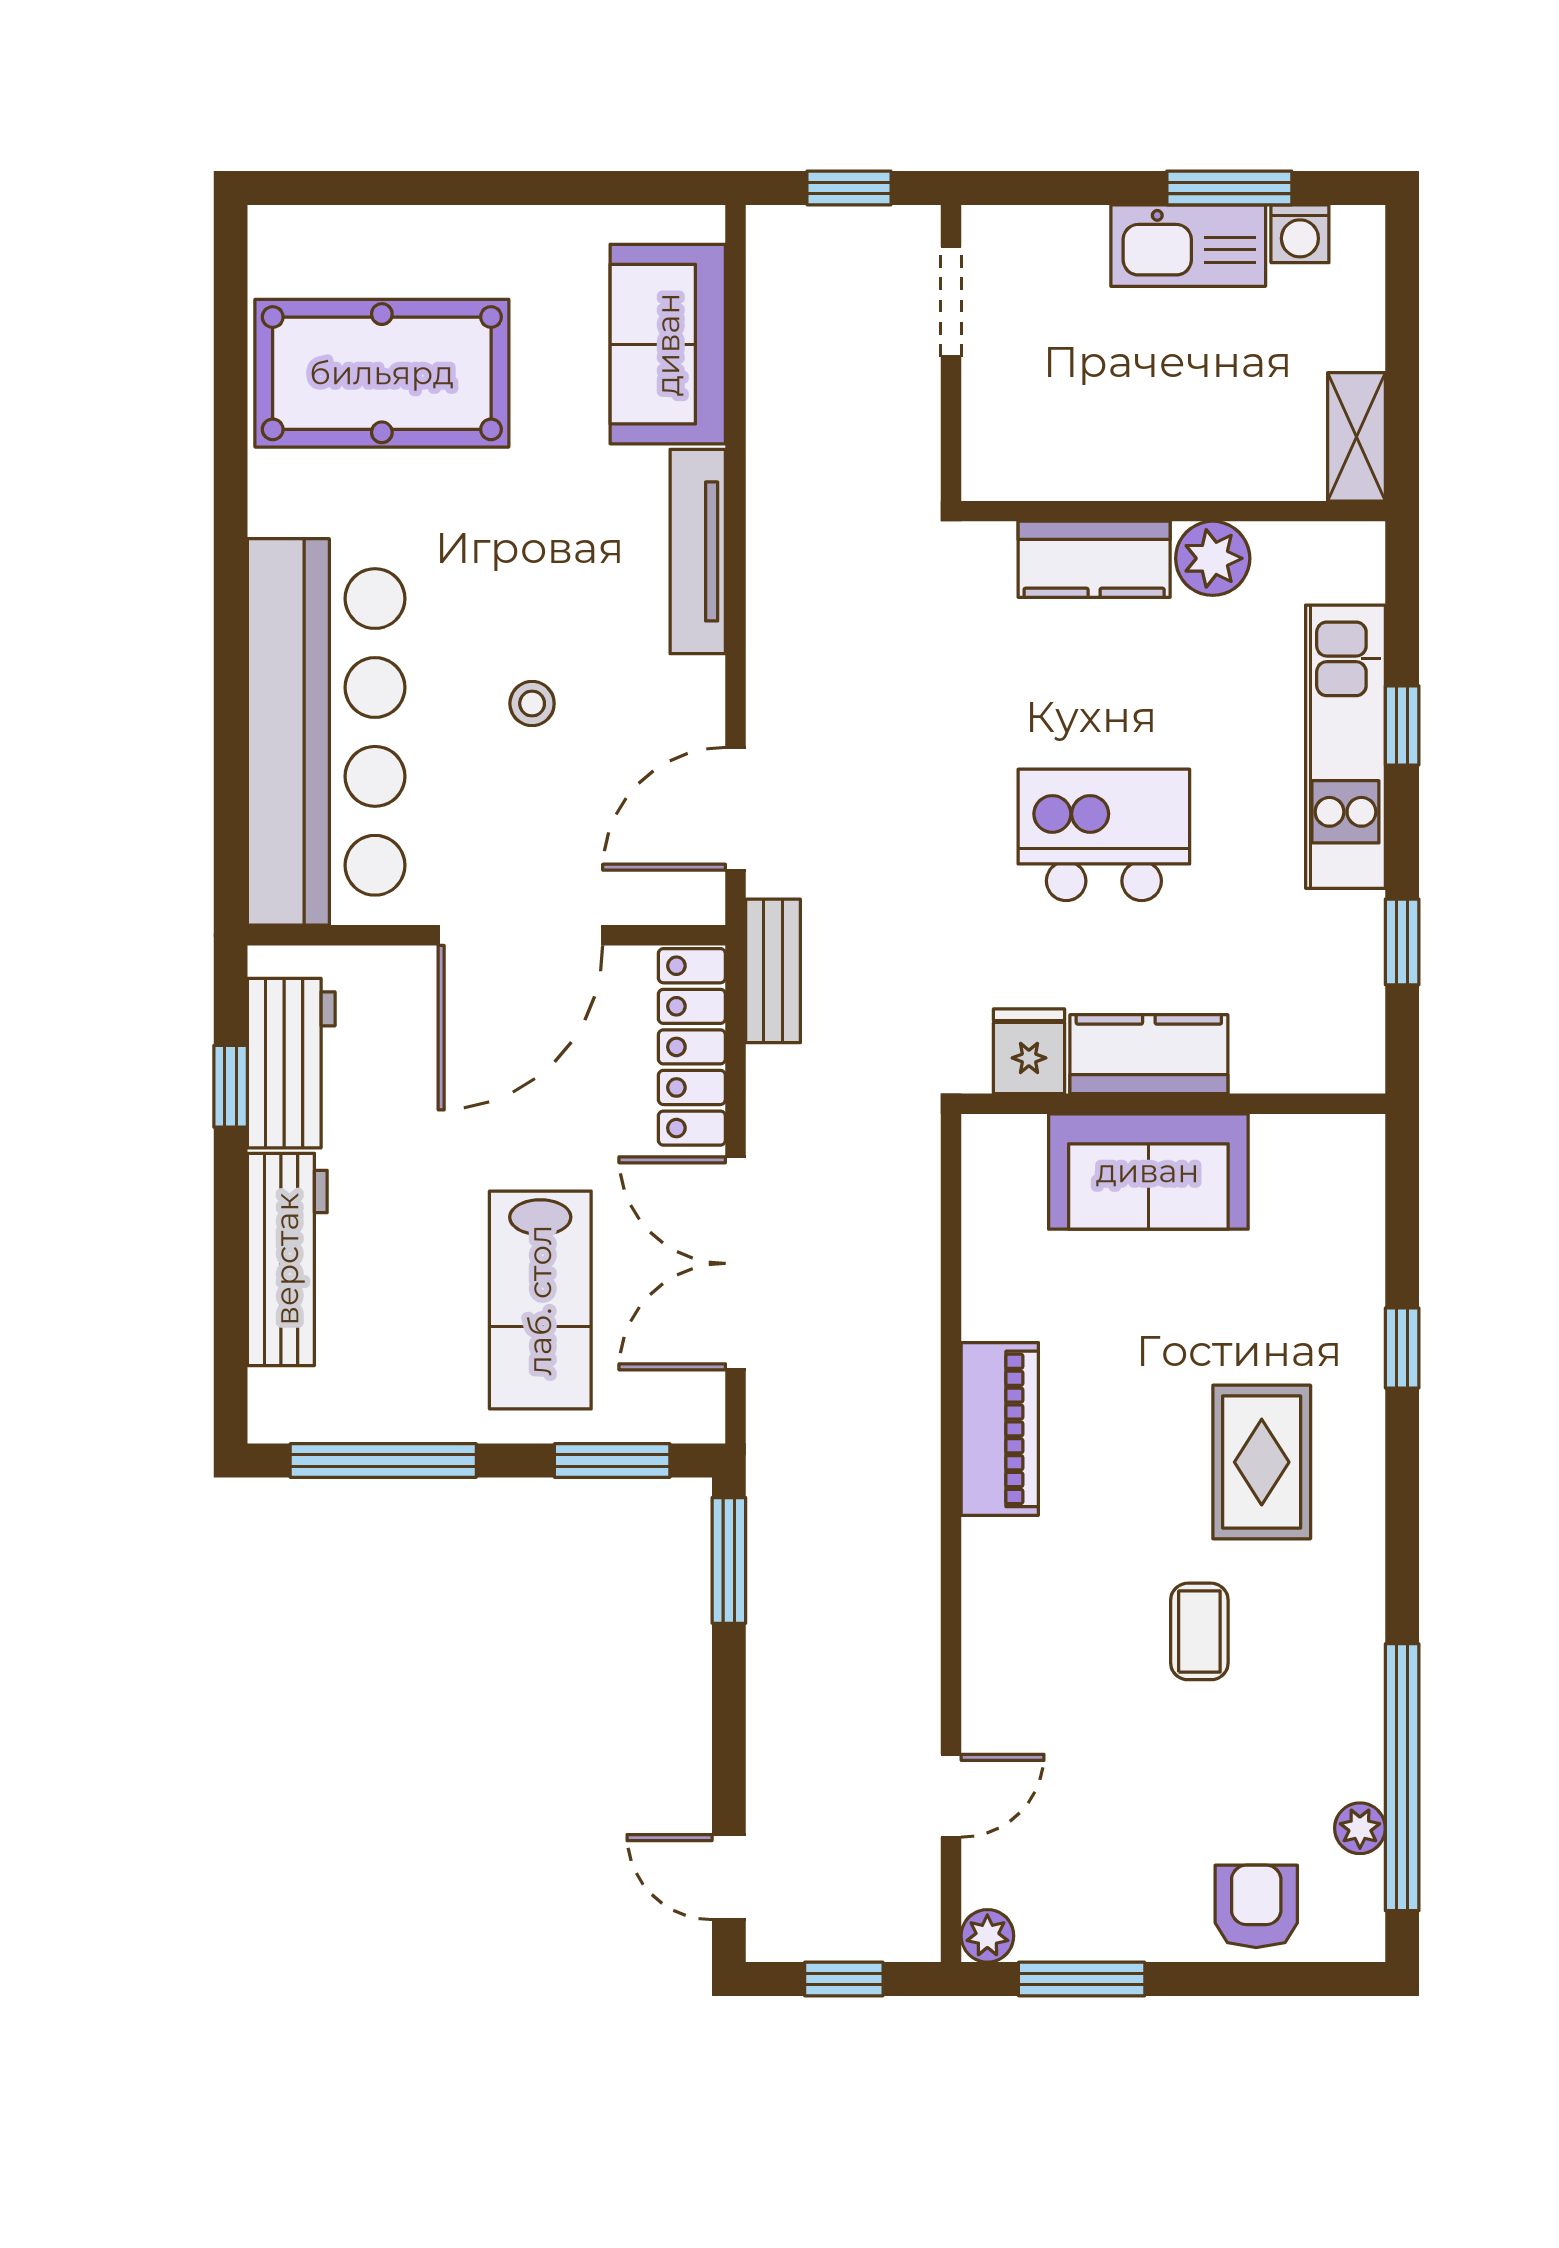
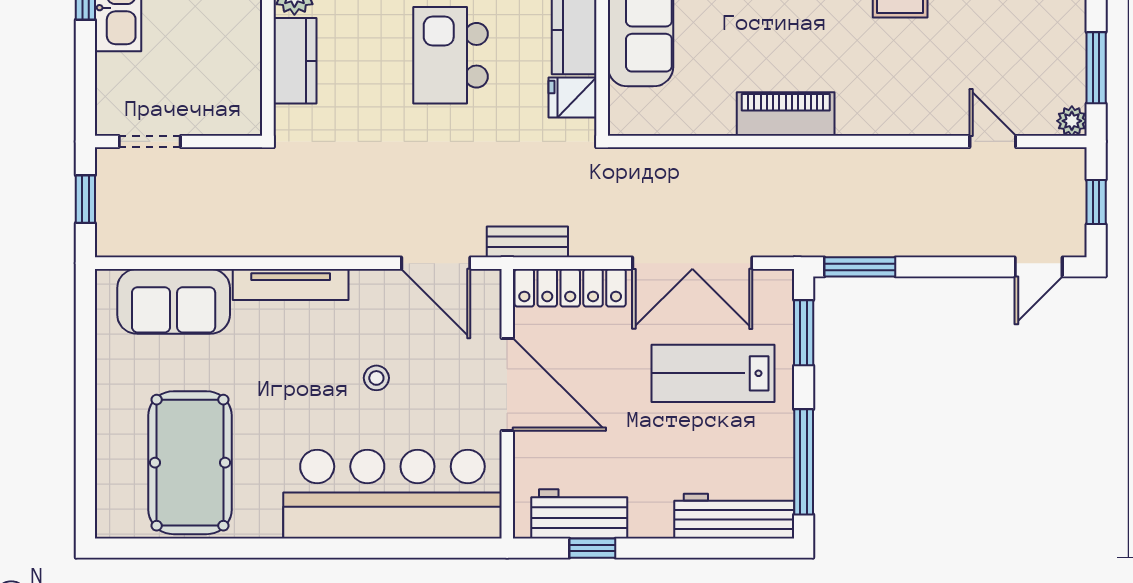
workbench: (287, 1259) -> (734, 516), moved
lab bench: (540, 1300) -> (713, 373), turned 180

